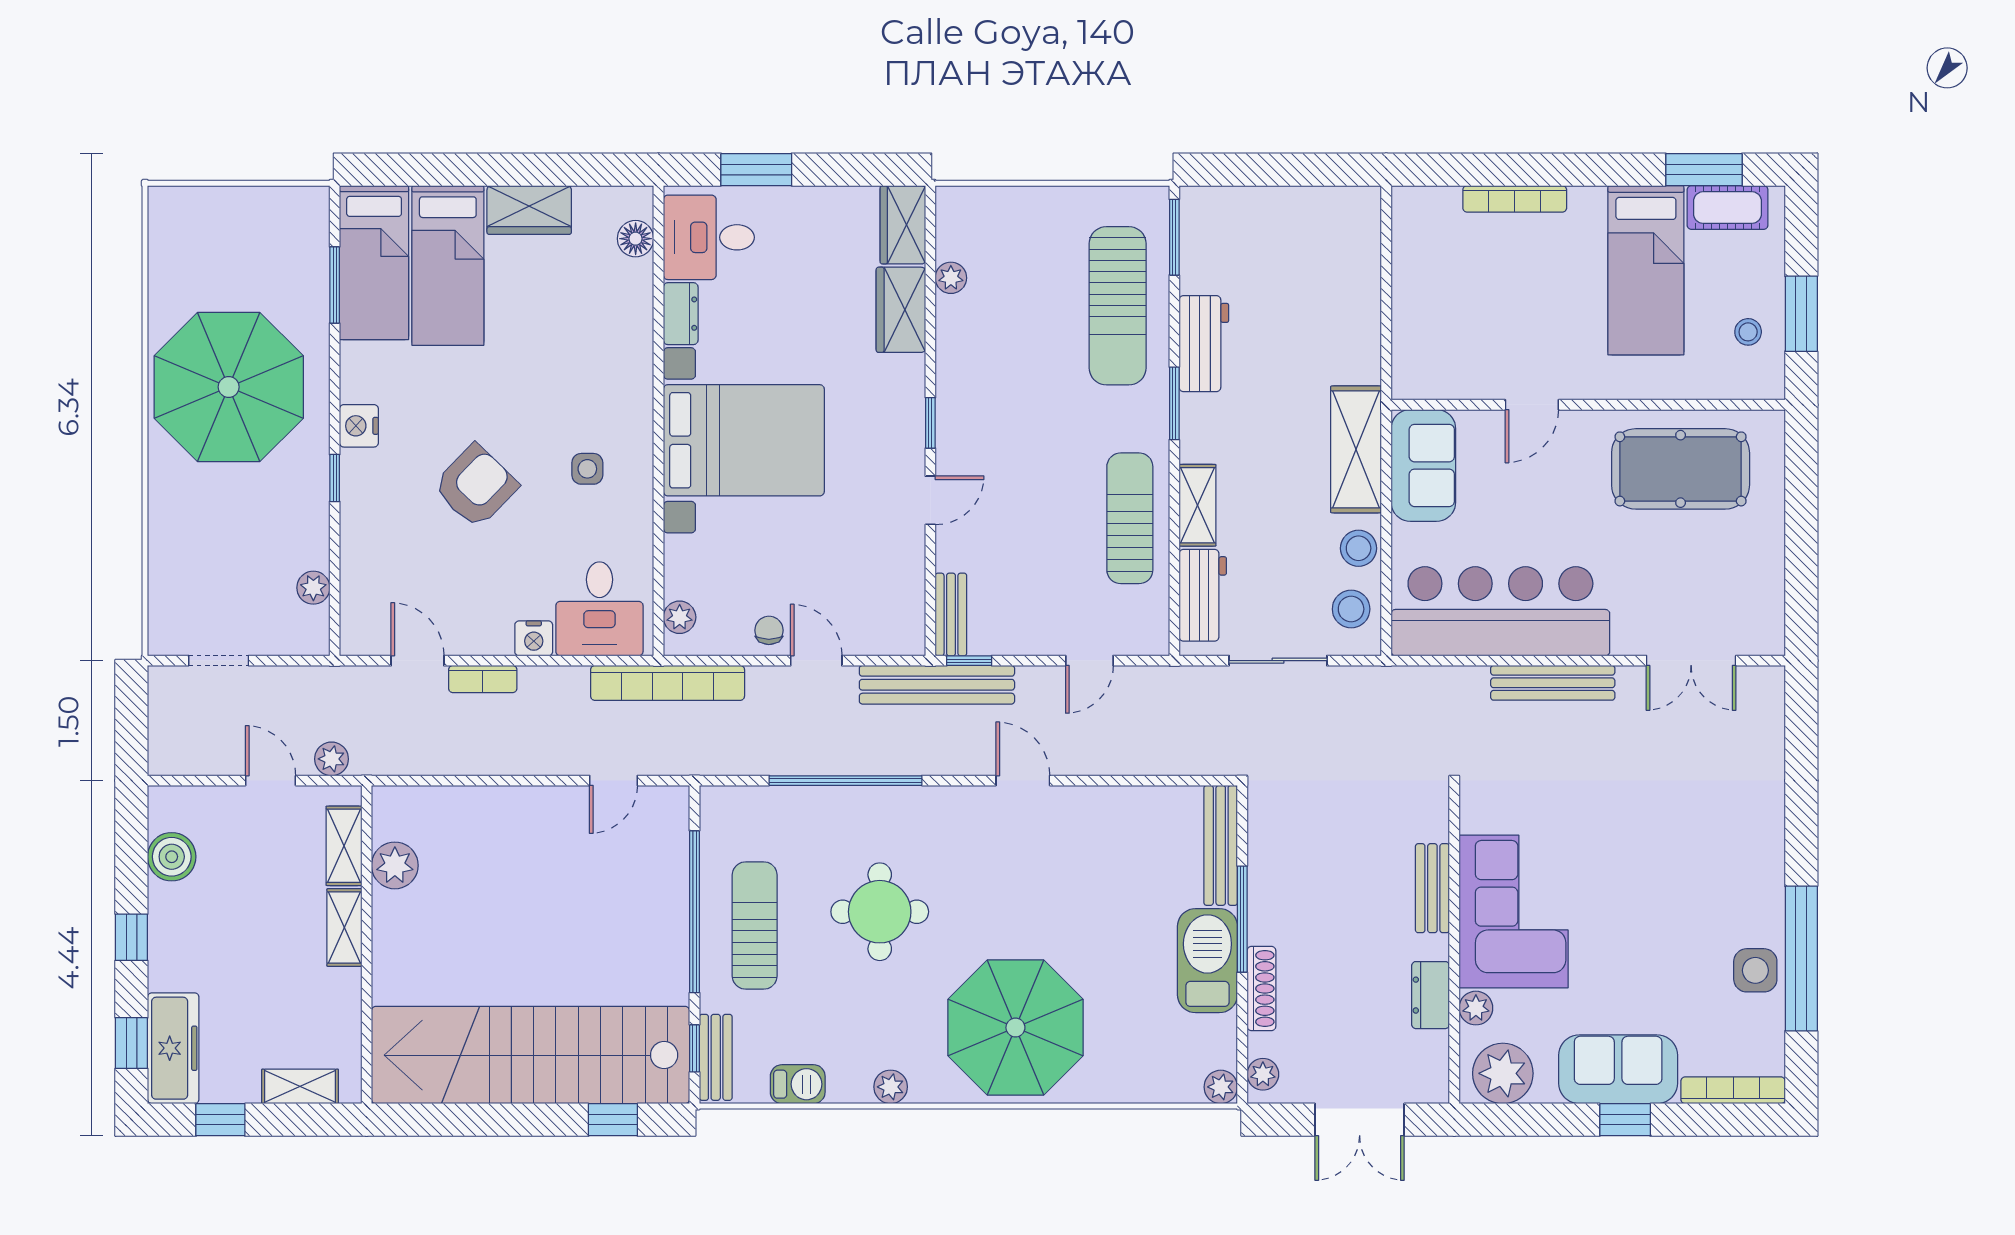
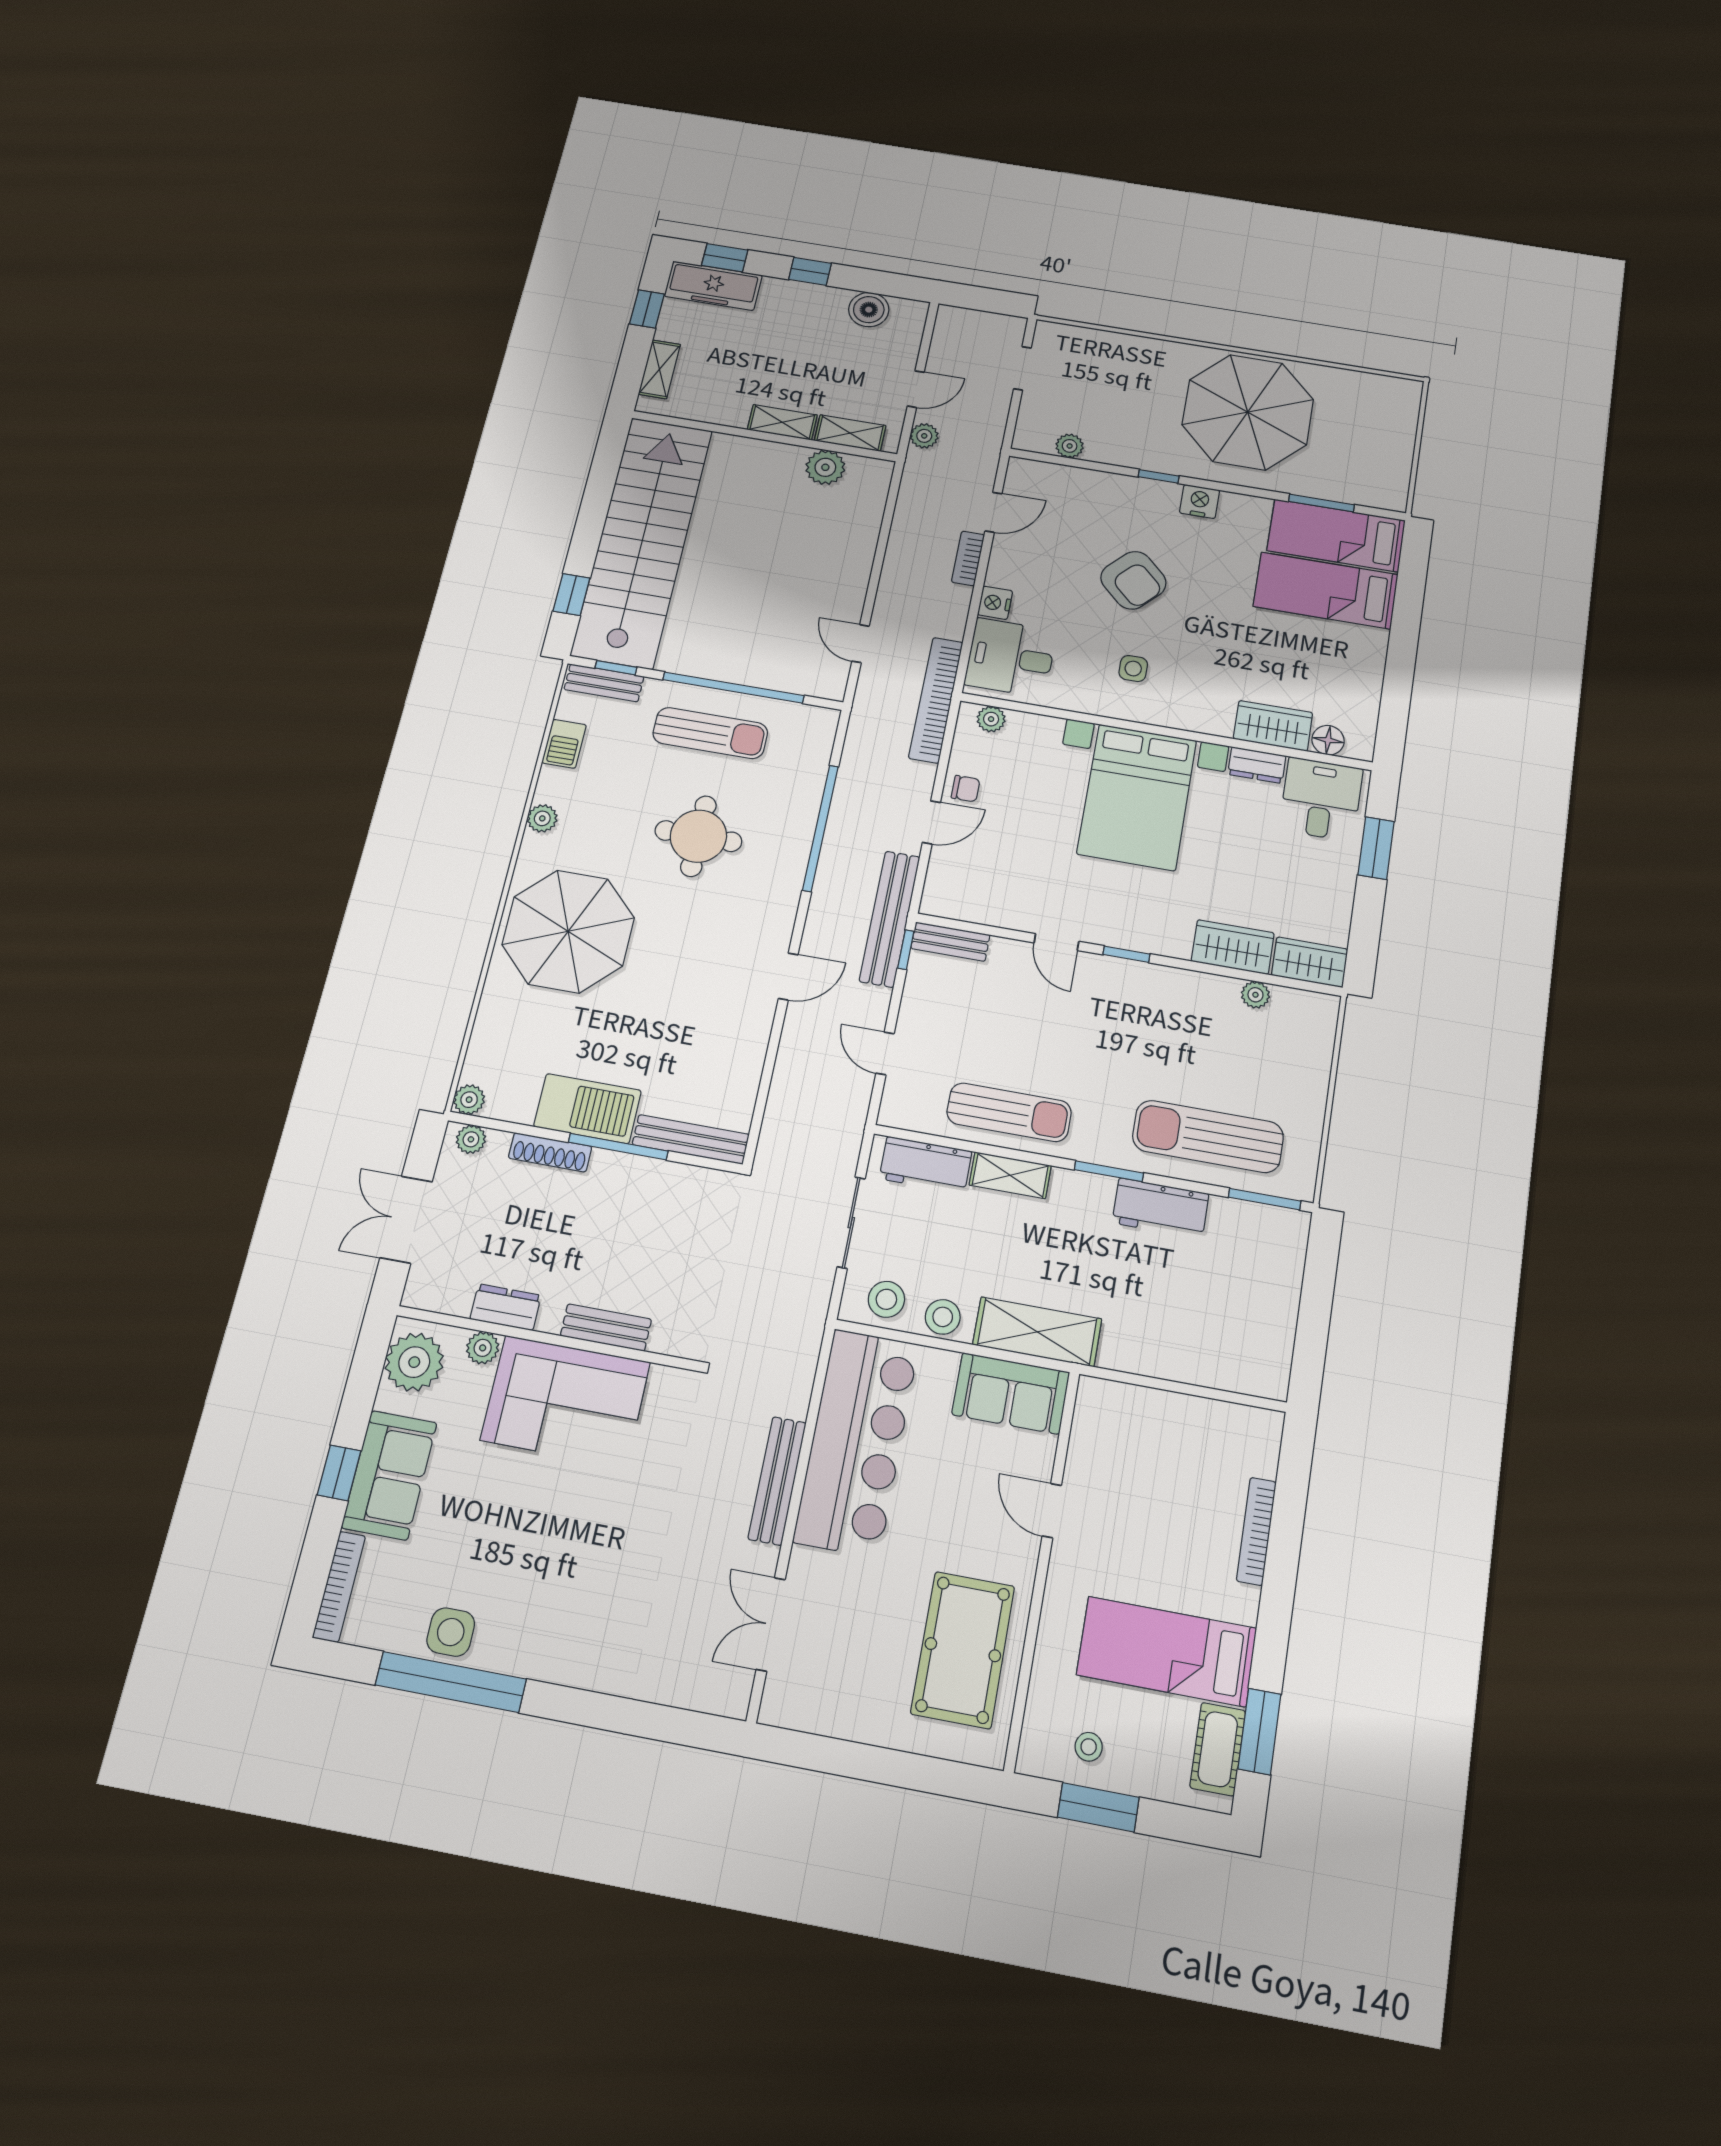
wardrobe: (529, 210) -> (1273, 726), moved, turned 90

